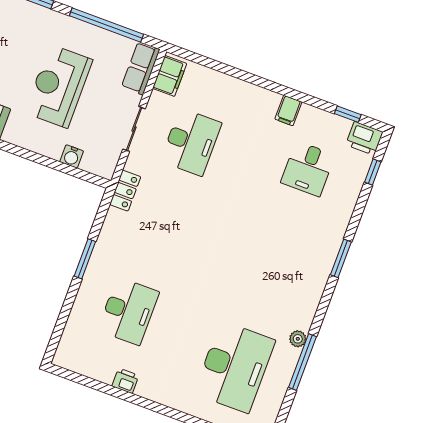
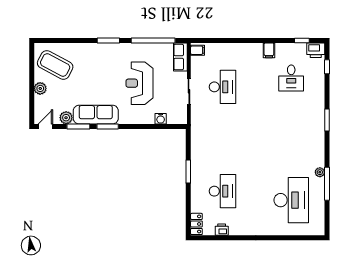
filing cabinet: (170, 76) -> (198, 50), width x0.50
locker: (125, 191) -> (196, 224), moved
printer: (125, 381) -> (222, 230), moved

